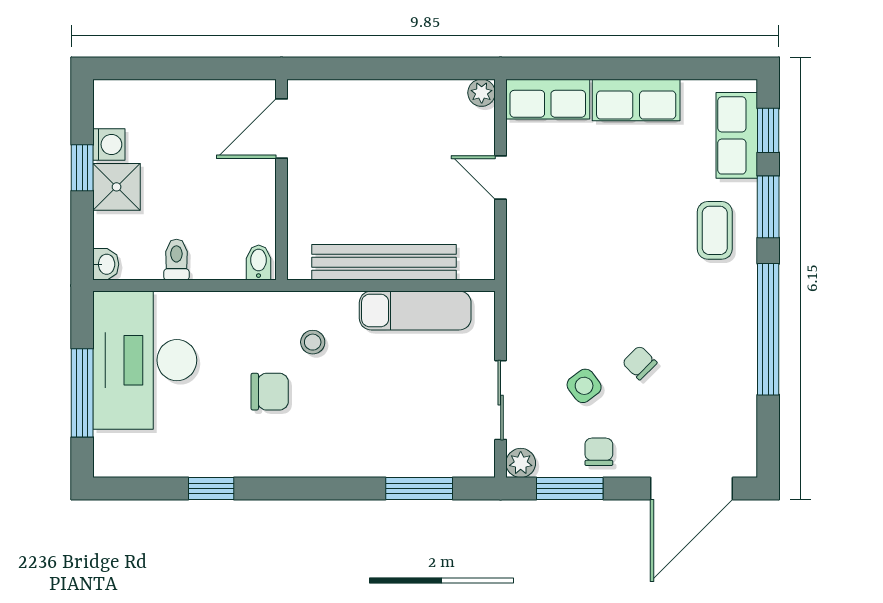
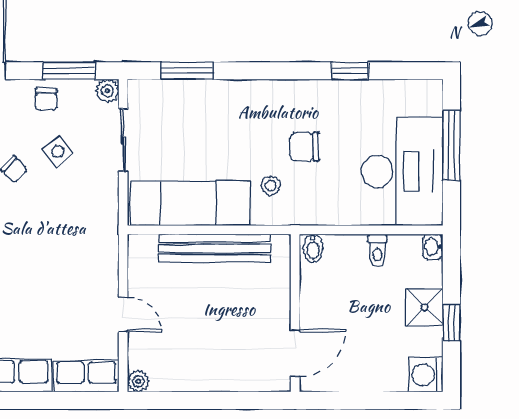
washing machine: (109, 144) -> (426, 375), moved, width x1.38, depth x1.38
exam couch: (415, 310) -> (190, 203), width x1.36, depth x1.45

